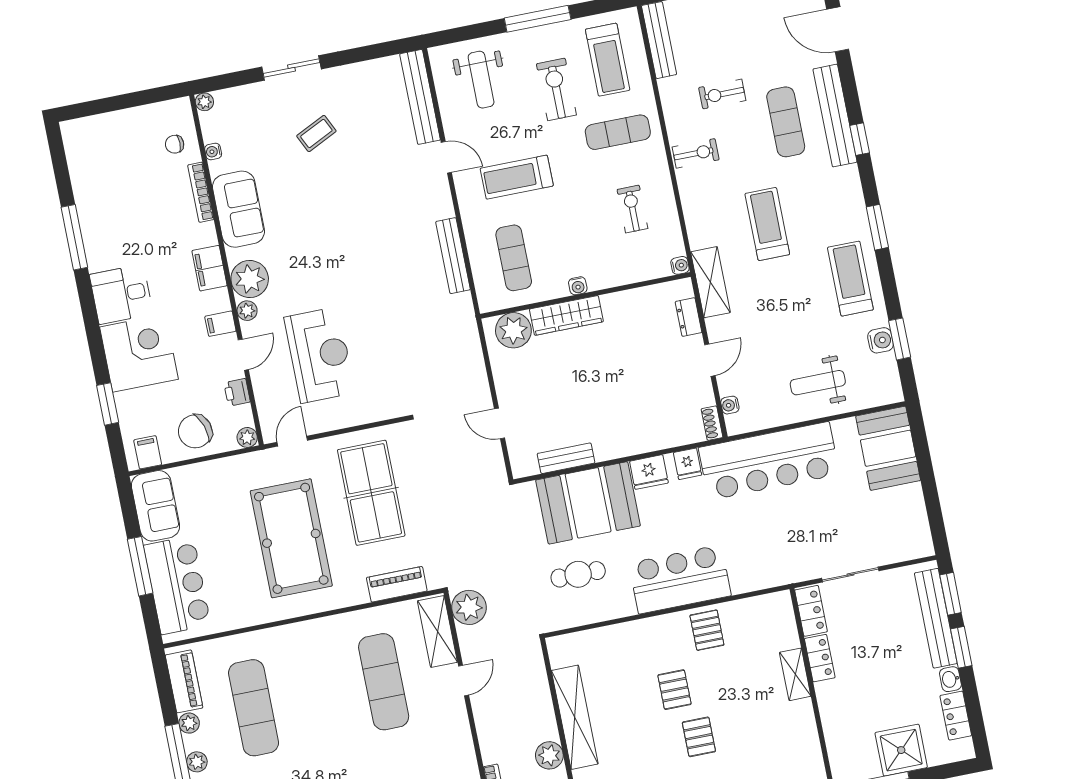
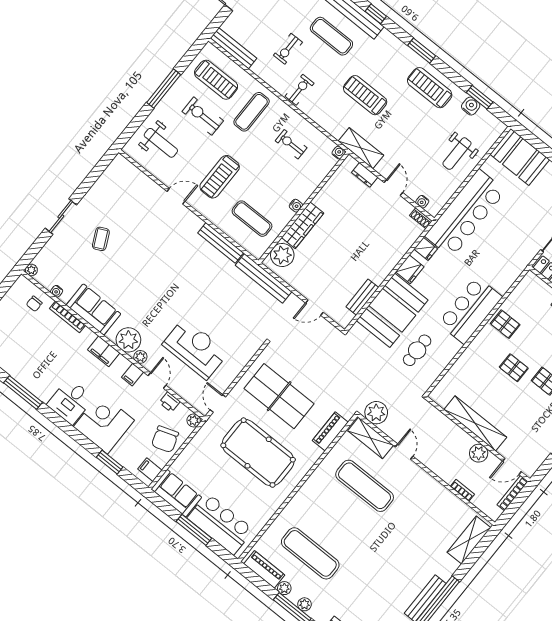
bench: (420, 97) -> (264, 278), moved

